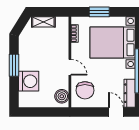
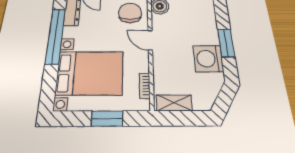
shelving: (43, 22) -> (174, 103), moved
washing machine: (29, 81) -> (208, 59), moved

